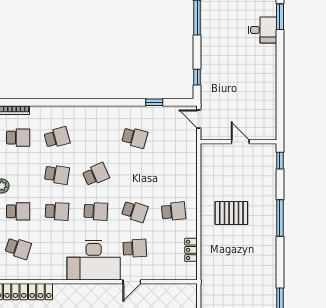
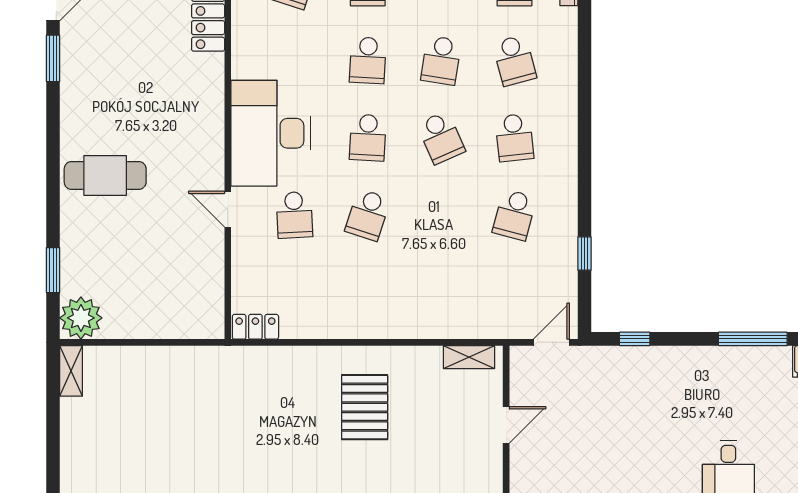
shelving: (206, 160) -> (469, 357), added
school desk: (174, 211) -> (514, 138), moved
locker: (191, 250) -> (255, 327), moved

